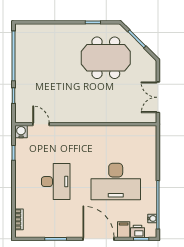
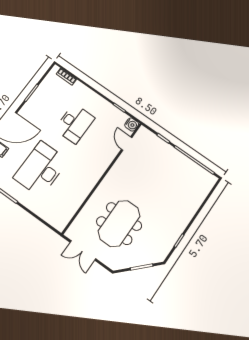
meeting table: (106, 58) -> (119, 224), moved
double door: (158, 97) -> (83, 250), swing flipped
door: (41, 124) -> (127, 144), swing flipped
desk: (56, 182) -> (75, 124), turned -90

